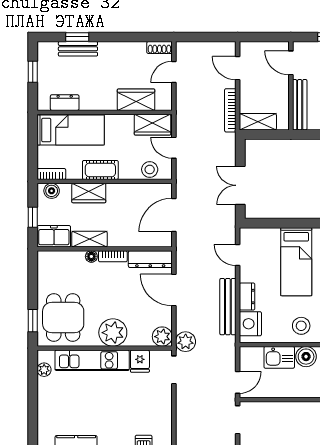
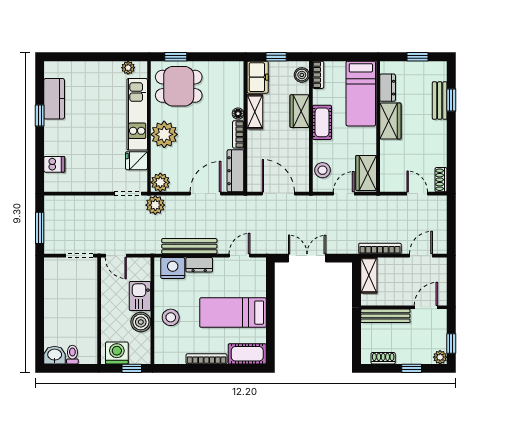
wardrobe: (136, 100) -> (390, 121), moved

